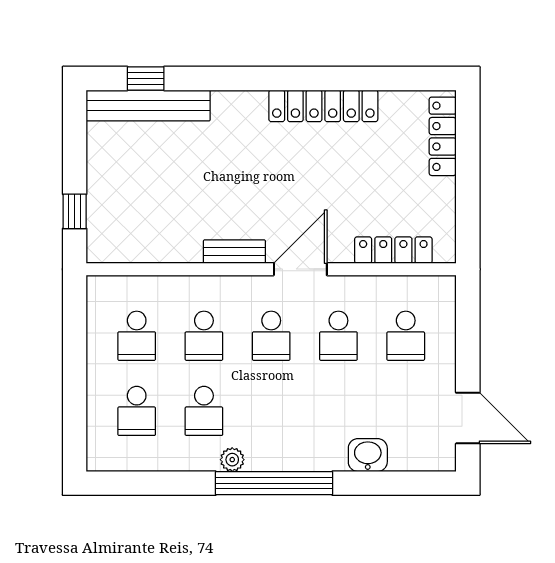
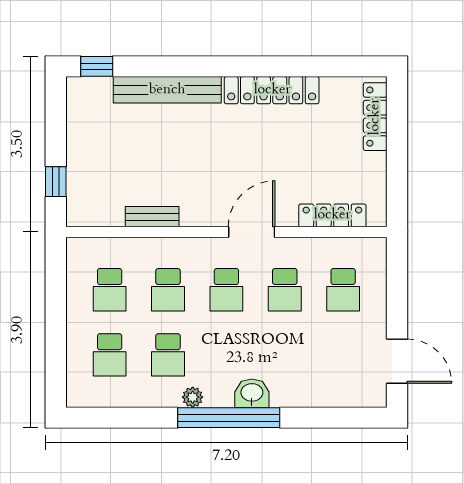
window: (146, 78) -> (97, 66), moved
bench: (148, 105) -> (167, 90), moved
bench: (234, 252) -> (152, 217), moved
washbasin: (368, 455) -> (252, 393), moved

